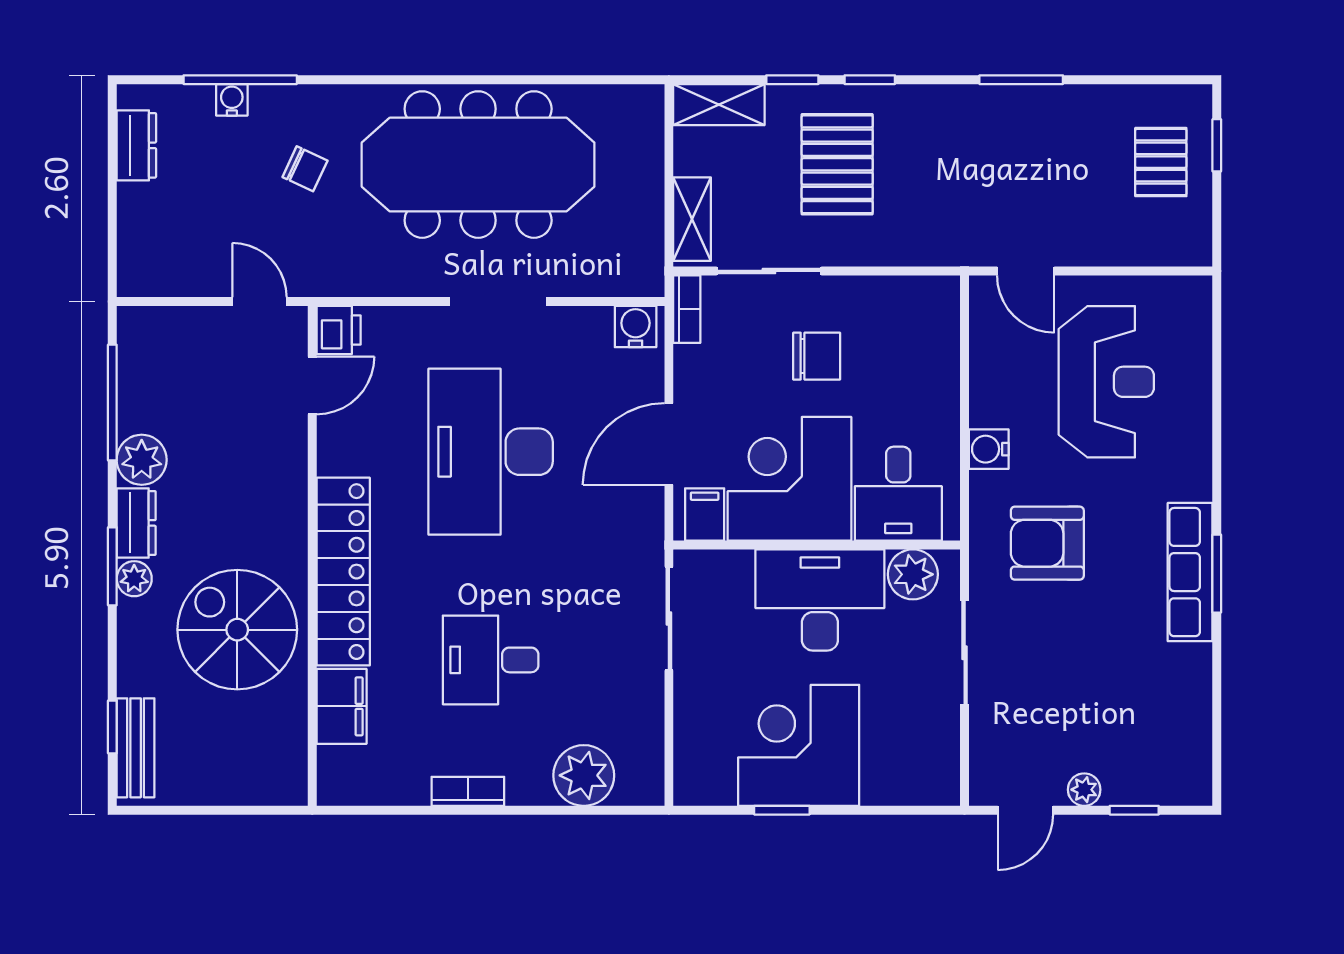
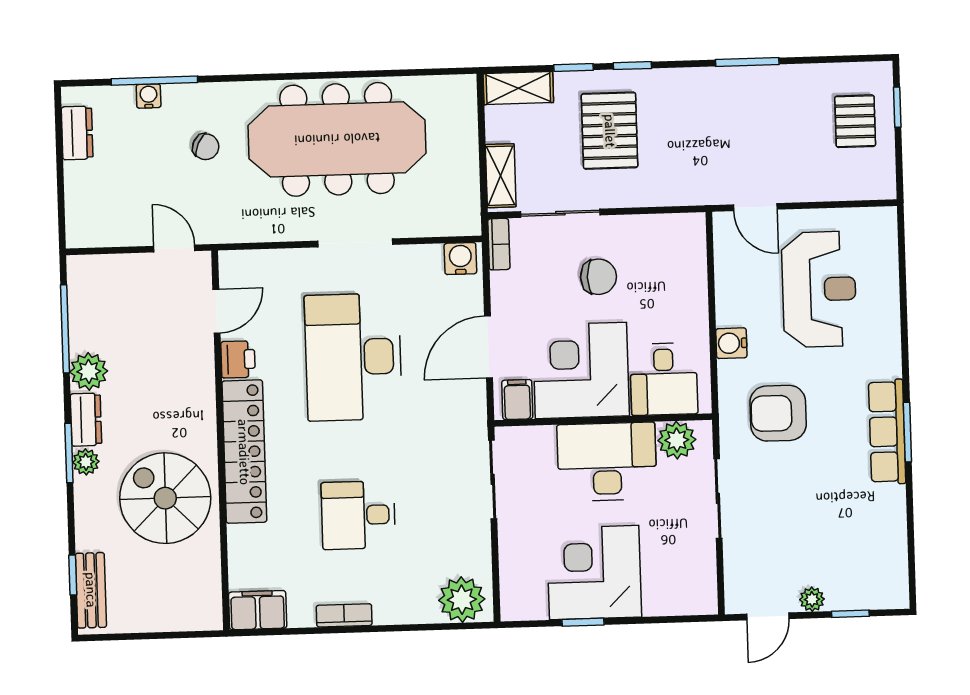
printer: (339, 330) -> (238, 359), moved
filing cabinet: (342, 706) -> (258, 610), moved, turned -90
plant: (584, 775) -> (462, 600), moved

